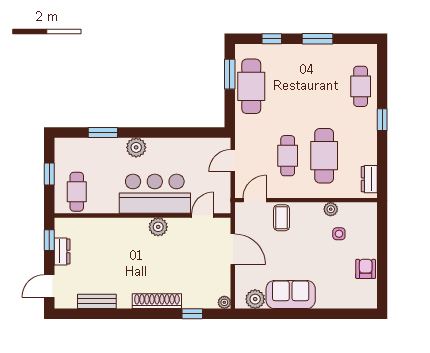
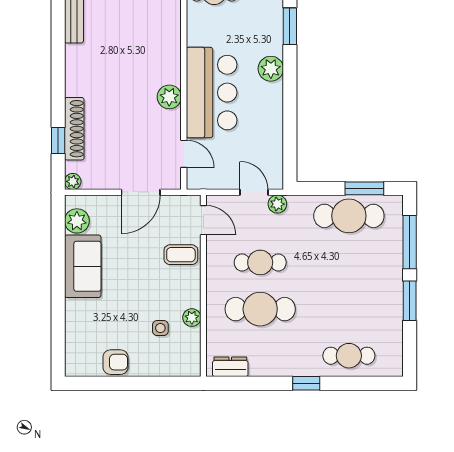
window: (272, 39) -> (410, 242), width x2.17
plant: (242, 142) -> (277, 204), added
shoe rack: (157, 301) -> (74, 129), moved

